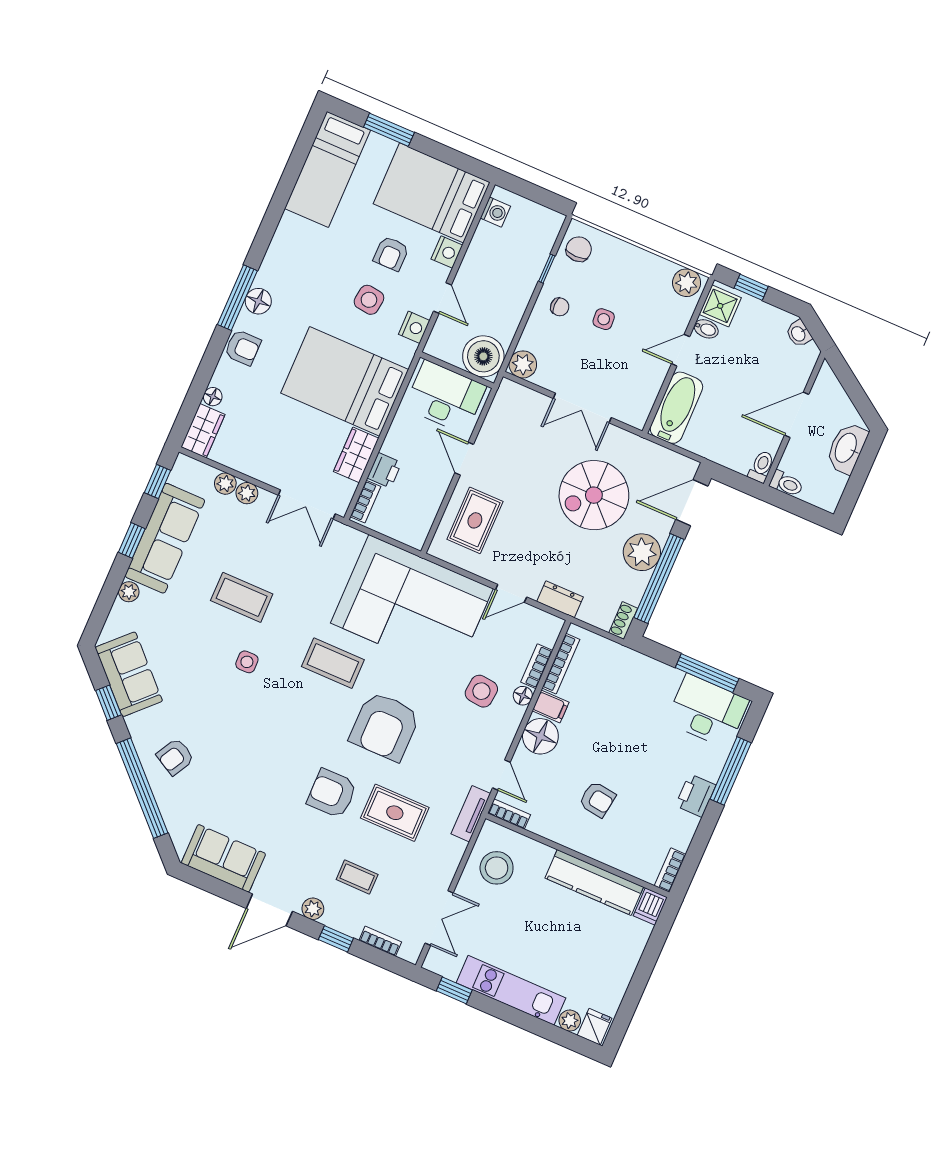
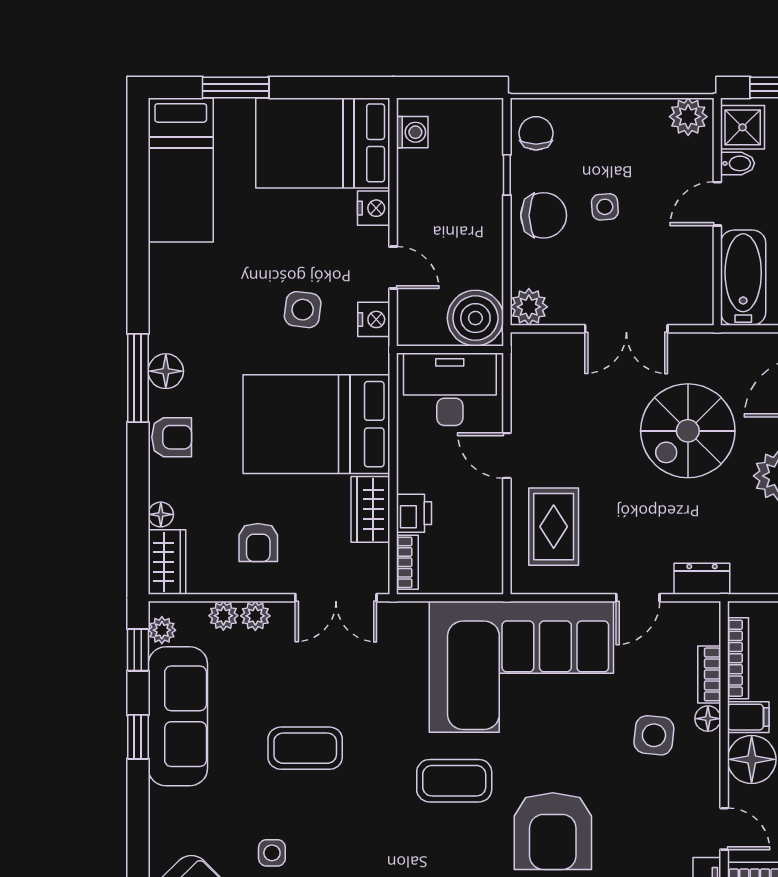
armchair: (391, 254) -> (258, 543), moved
chair: (560, 307) -> (544, 215), width x1.87, depth x1.87
plant: (129, 592) -> (162, 630), moved
side table: (247, 662) -> (272, 853), moved

